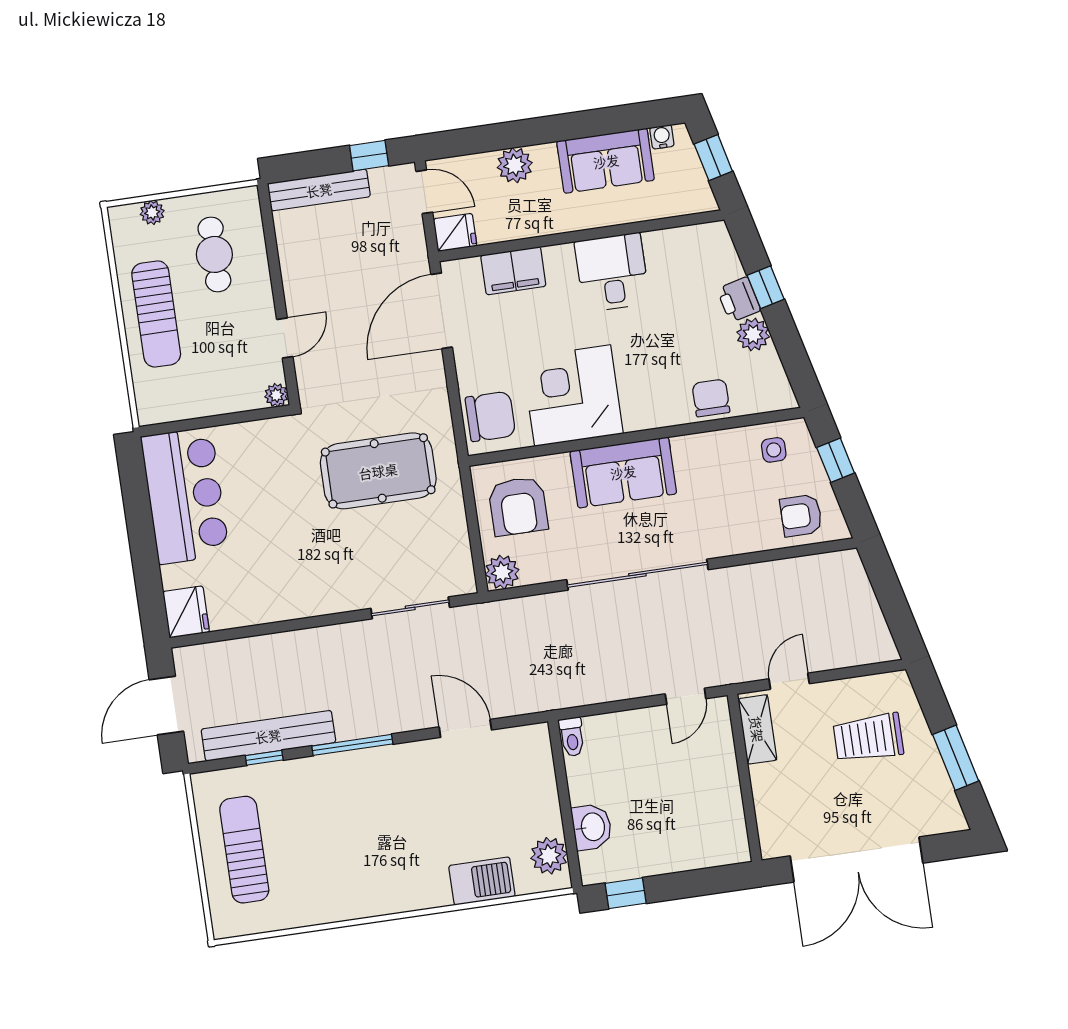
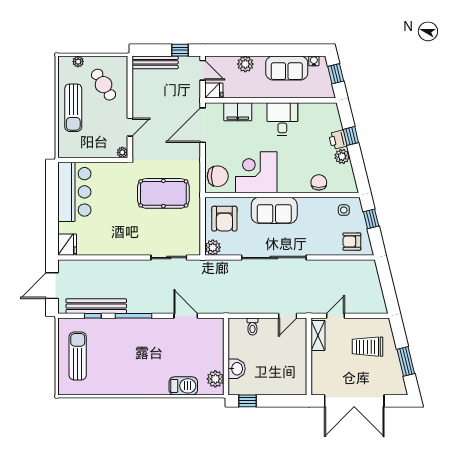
cafe table: (214, 254) -> (104, 85), turned -32
toilet: (572, 737) -> (252, 327), moved

